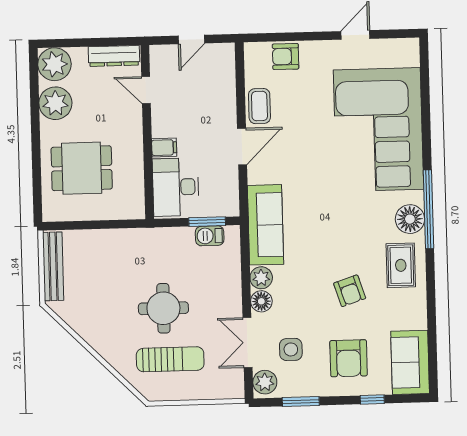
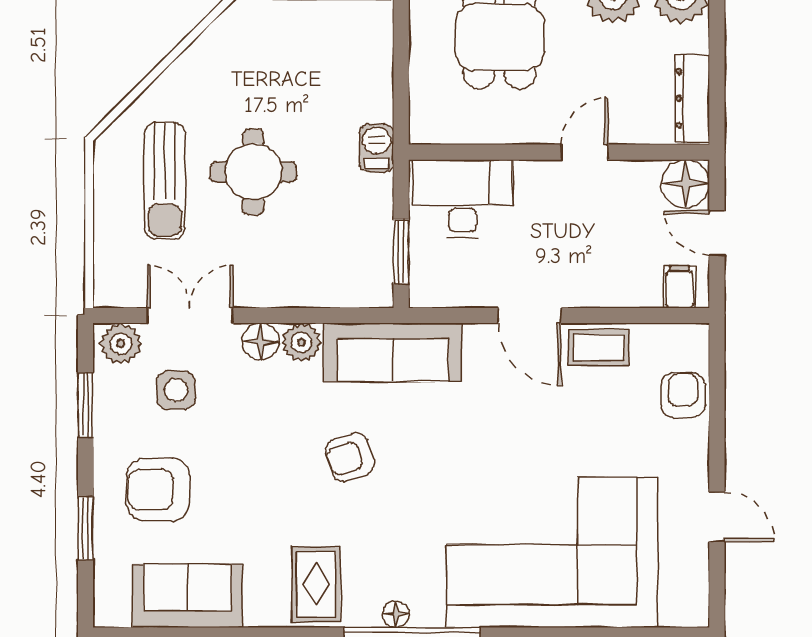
floor lamp: (163, 59) -> (685, 184), added
door: (146, 90) -> (585, 152), moved
filing cabinet: (164, 148) -> (679, 287), moved, turned 180
floor lamp: (410, 219) -> (396, 614), width x0.53, depth x0.53
barbecue: (210, 236) -> (376, 148), moved
rug: (401, 265) -> (316, 584), turned 90
armchair: (350, 291) -> (350, 457), moved
sofa: (410, 362) -> (188, 596), moved
window: (372, 400) -> (85, 528), width x1.50

